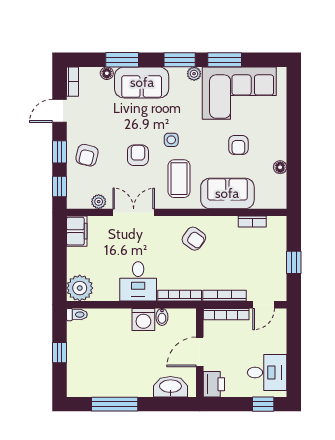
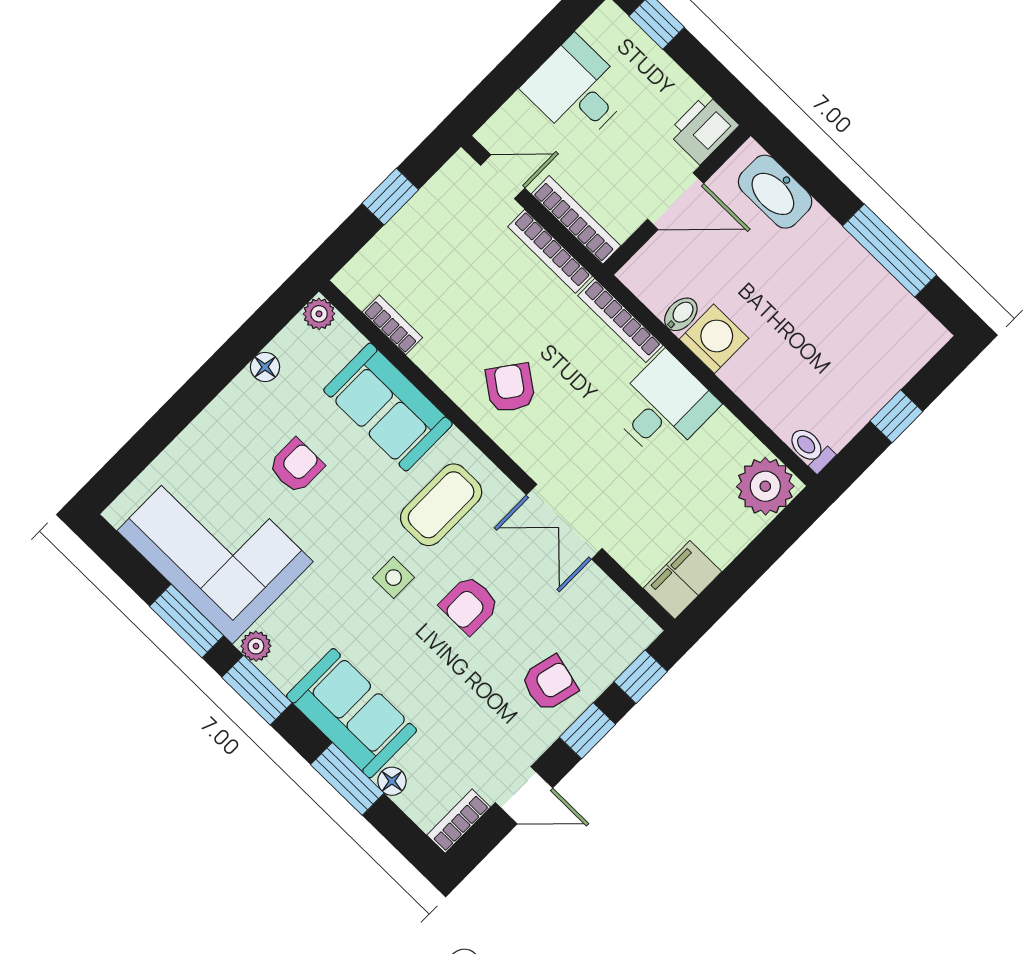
plant: (99, 202) -> (319, 314), moved
desk: (267, 373) -> (577, 90), moved

